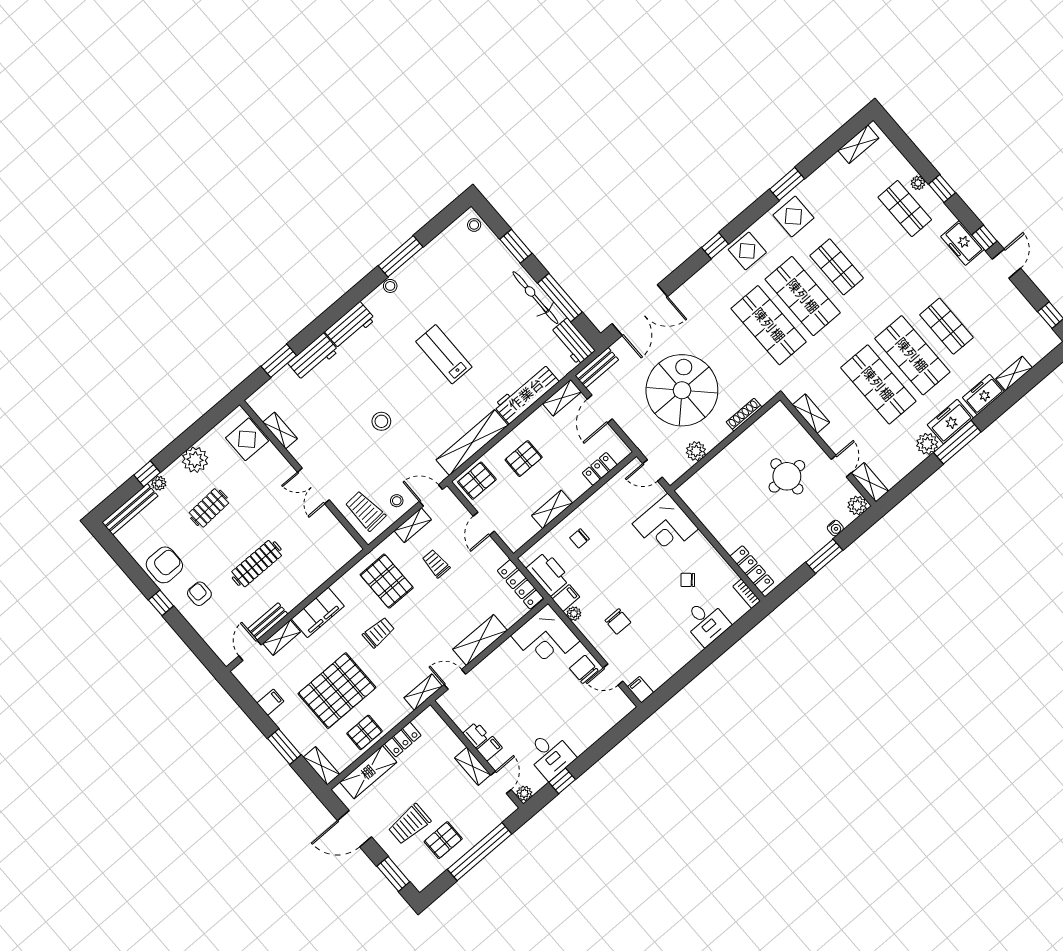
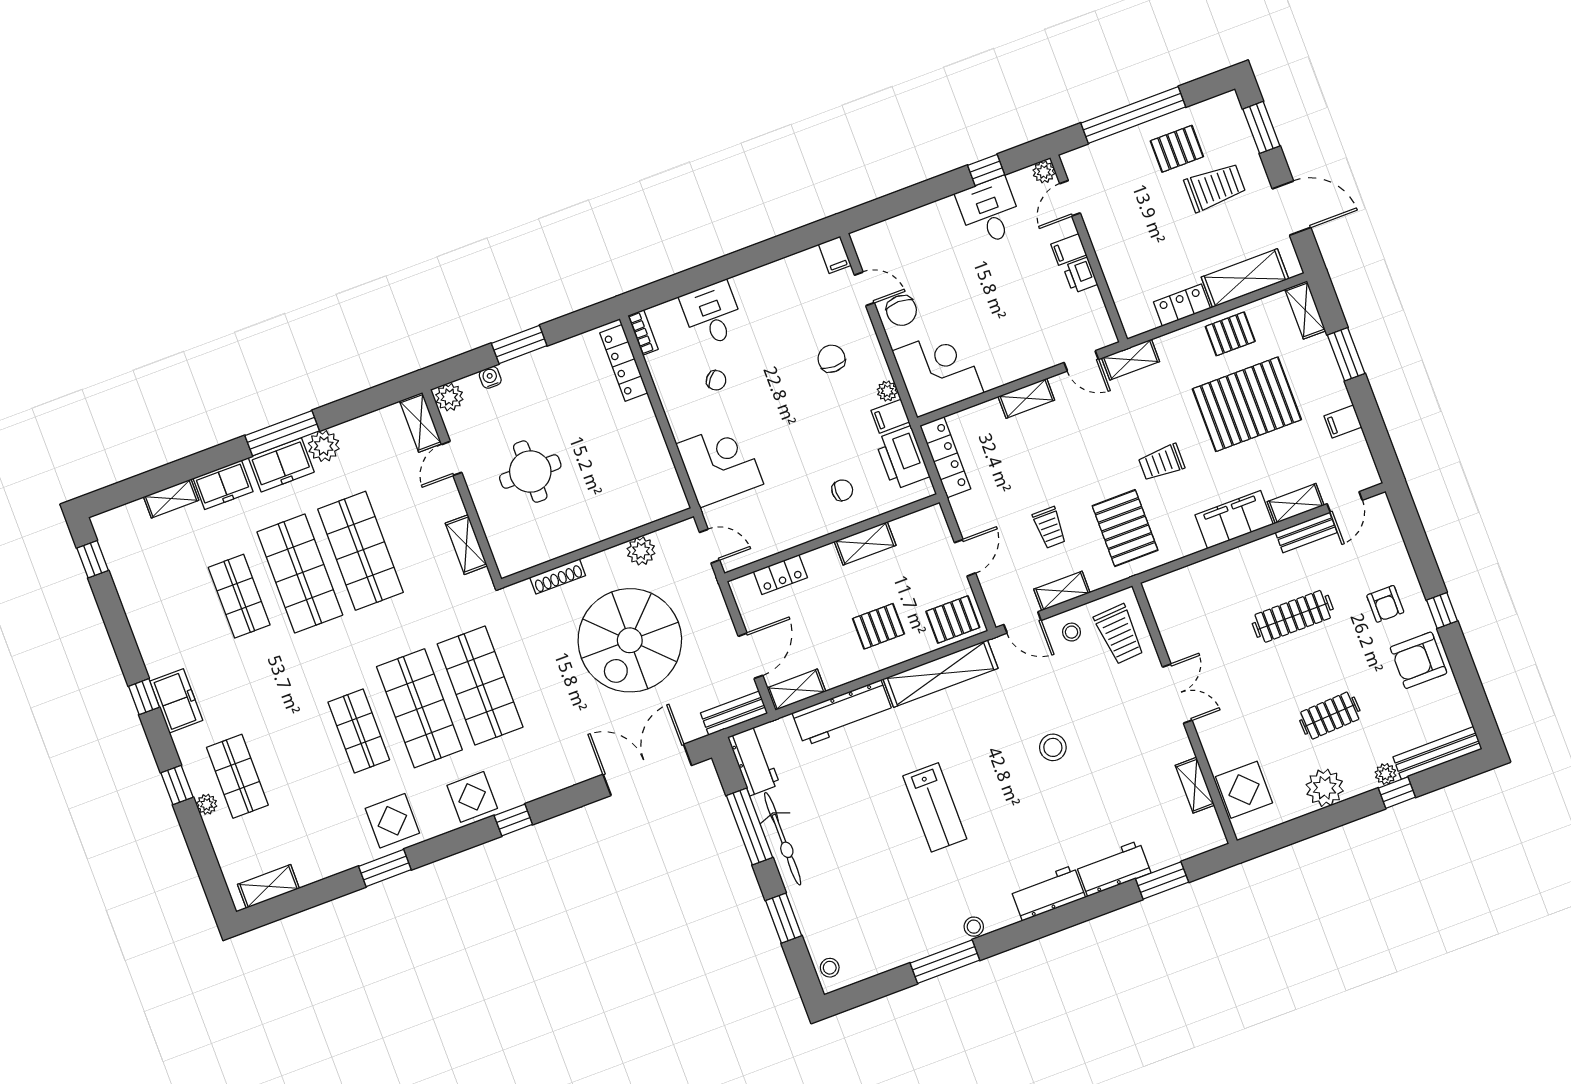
door: (1006, 264) -> (127, 651), removed
shelving: (480, 640) -> (1026, 398), width x0.67, depth x0.75
shelving: (473, 766) -> (1100, 234), removed

